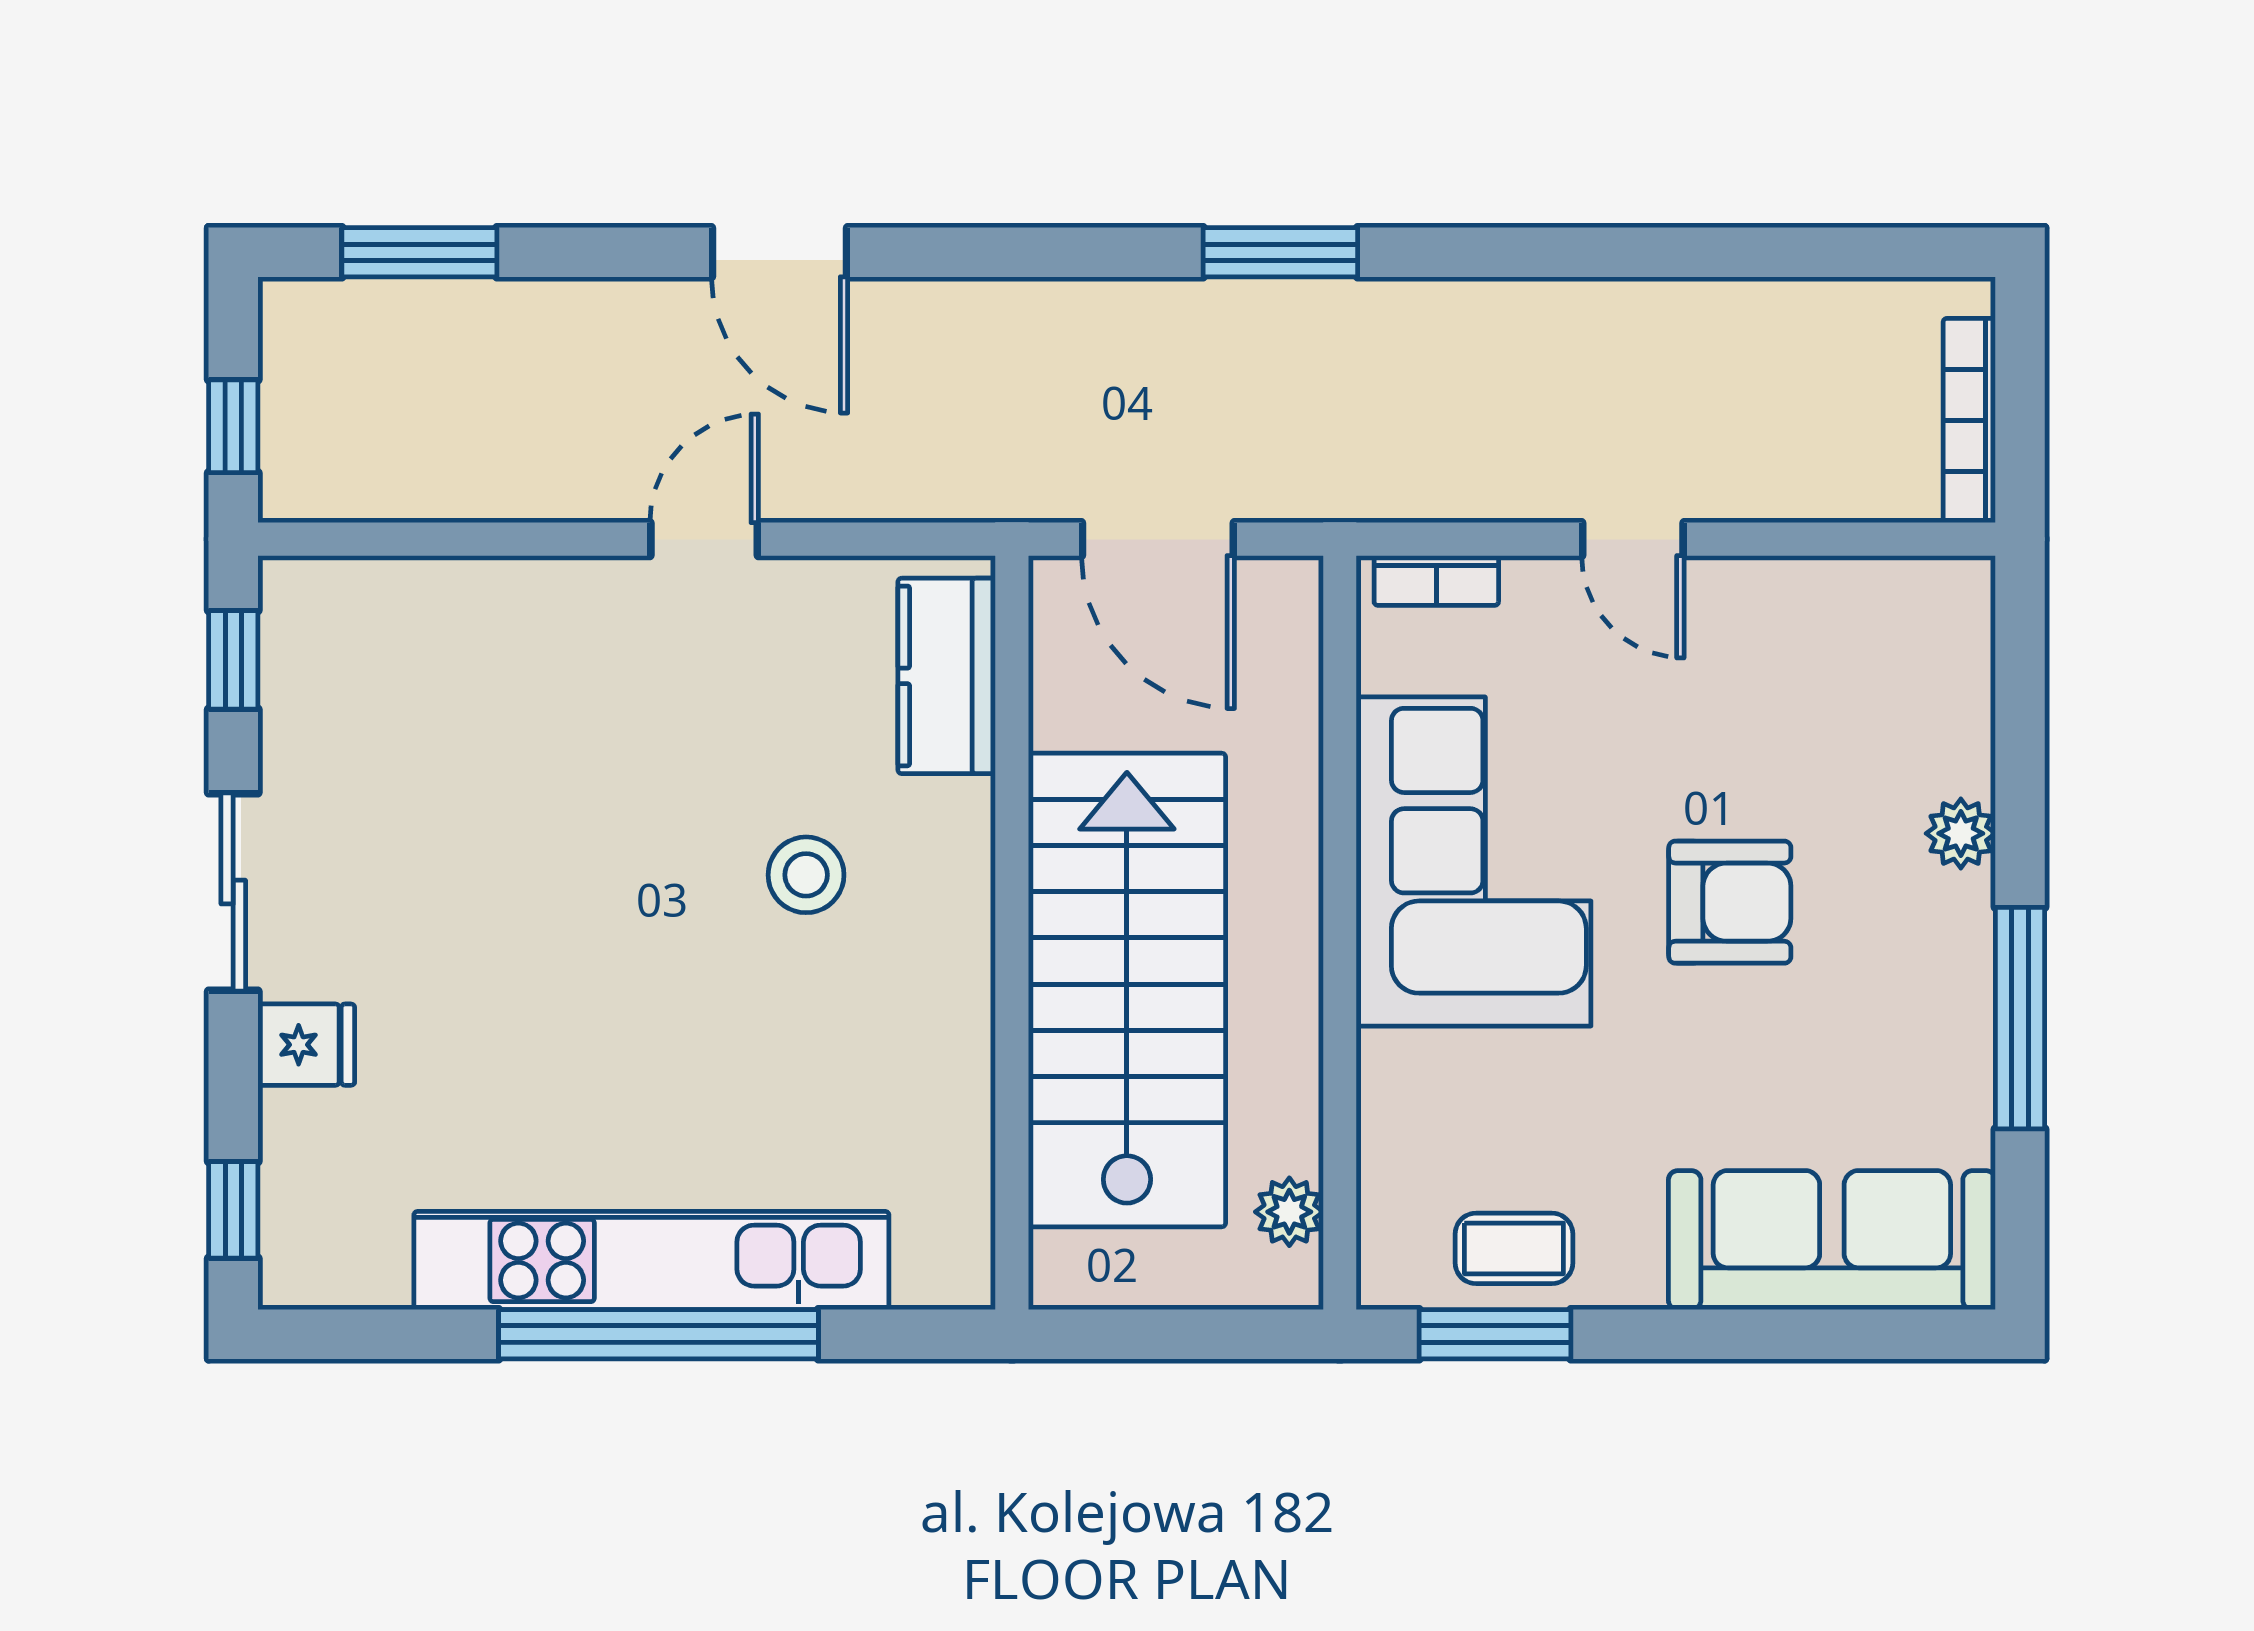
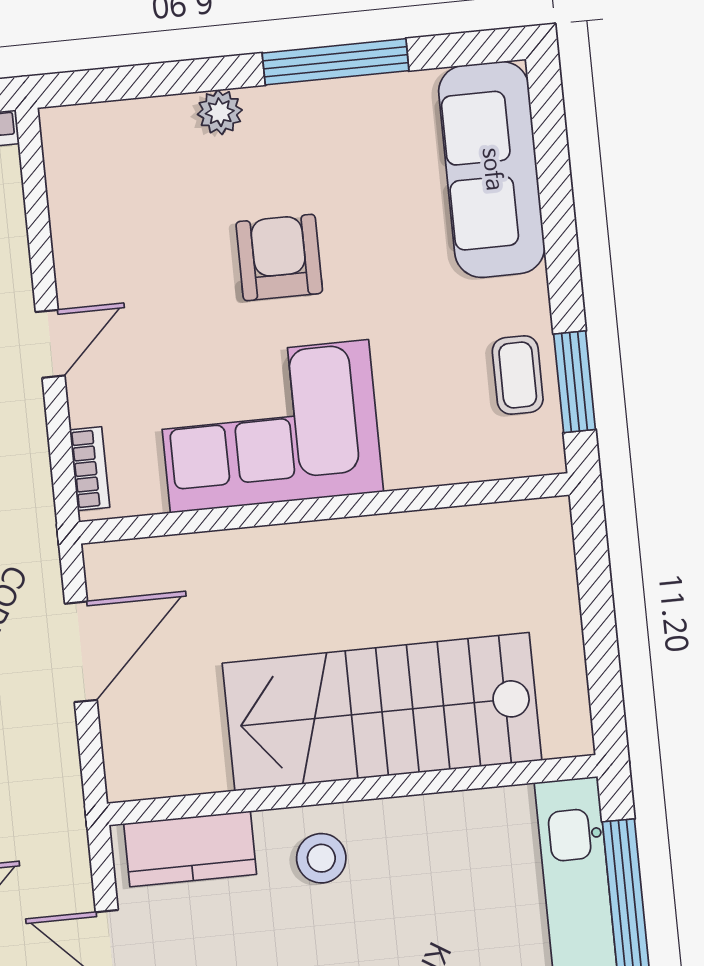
kitchen counter: (947, 676) -> (190, 849), moved
wall: (1012, 933) -> (352, 790), moved
stairs: (1127, 990) -> (382, 712), moved
plant: (1289, 1212) -> (508, 523), removed

